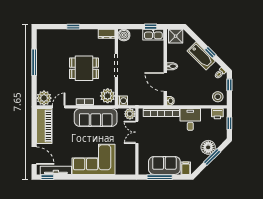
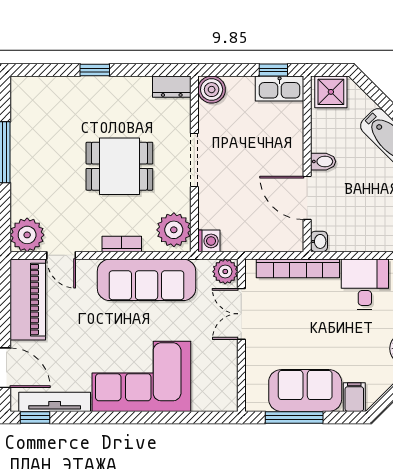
door: (59, 107) -> (61, 255), swing flipped

